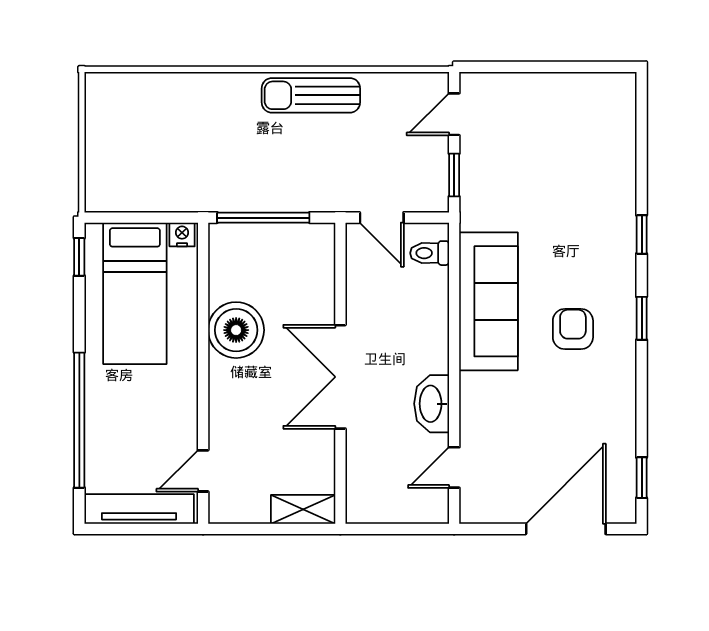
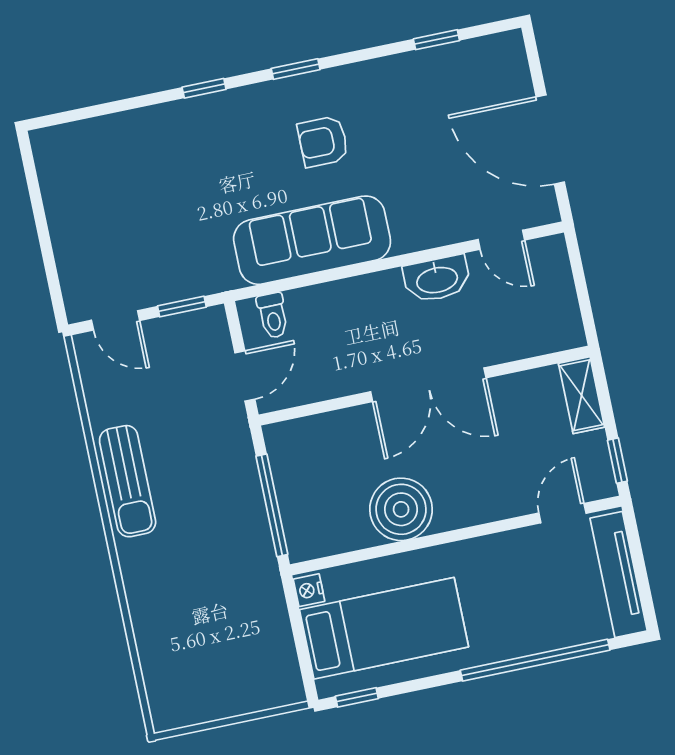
door: (203, 471) -> (562, 513), swing flipped
window: (642, 478) -> (436, 40), moved
window: (239, 529) -> (617, 461), added
door: (566, 529) -> (550, 139), moved

